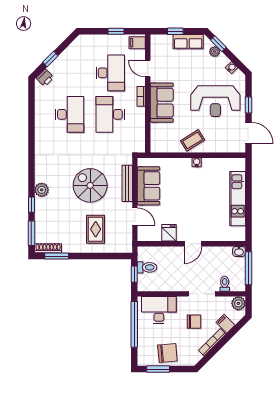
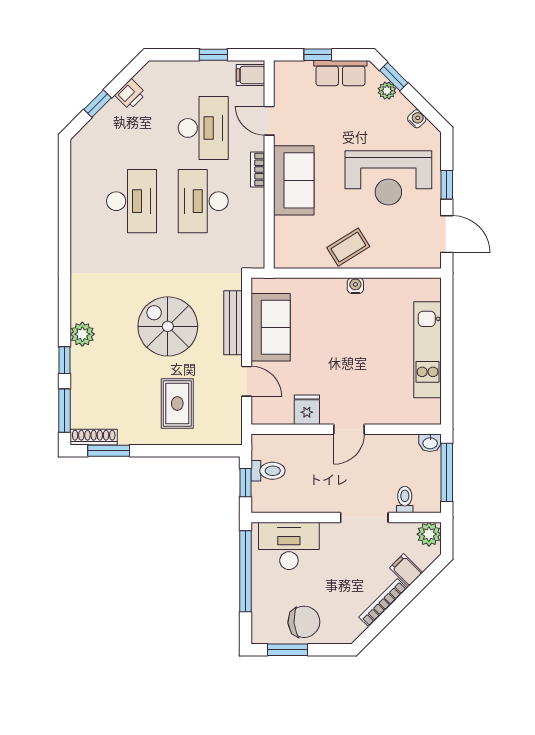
printer: (45, 78) -> (130, 94), moved
chair: (194, 322) -> (351, 566), removed

